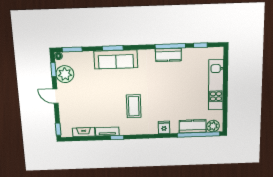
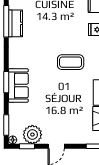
sofa: (116, 59) -> (18, 85), width x0.73

